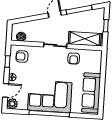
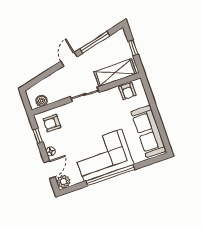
armchair: (74, 59) -> (127, 91), moved

